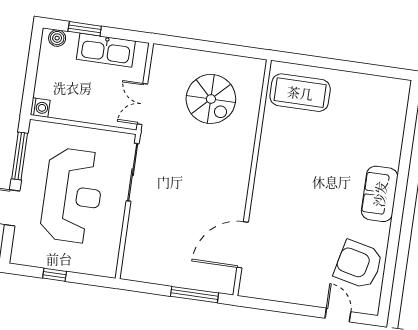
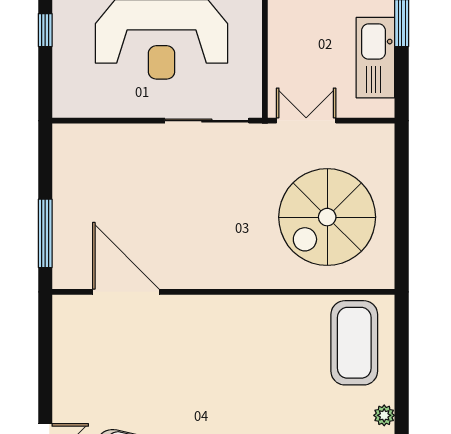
plant: (353, 79) -> (384, 415), added
spiral stairs: (211, 99) -> (327, 217), width x1.37, depth x1.37

